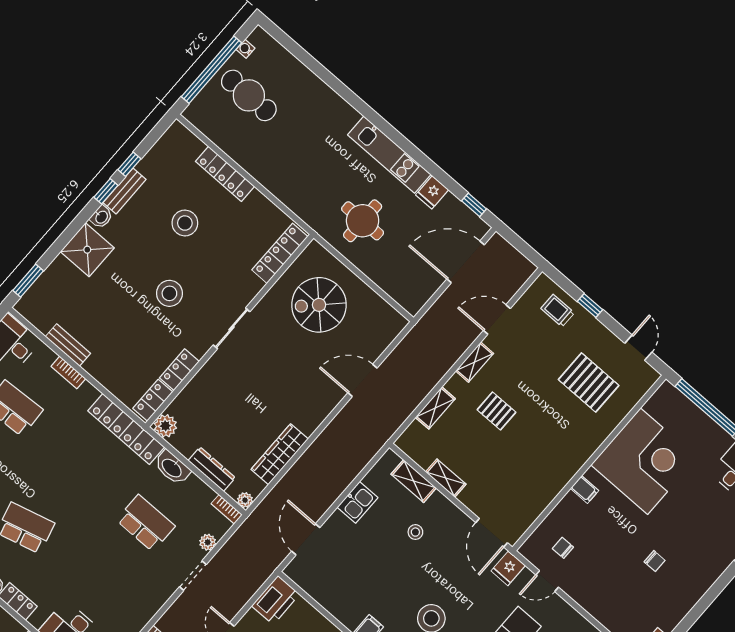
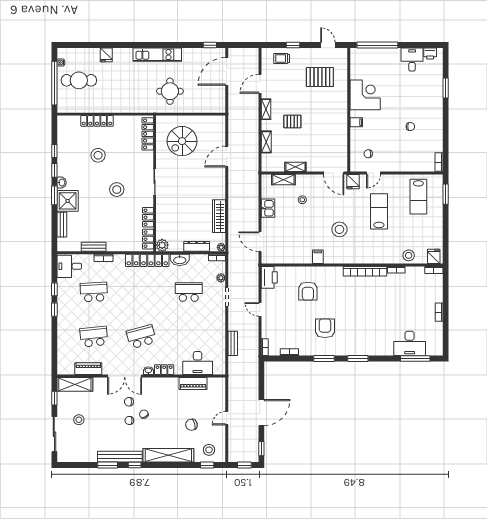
bench: (125, 191) -> (62, 225), moved
fridge: (432, 192) -> (106, 55), moved
window: (28, 281) -> (54, 195), moved
corner desk: (644, 461) -> (365, 95), width x0.74, depth x0.74

